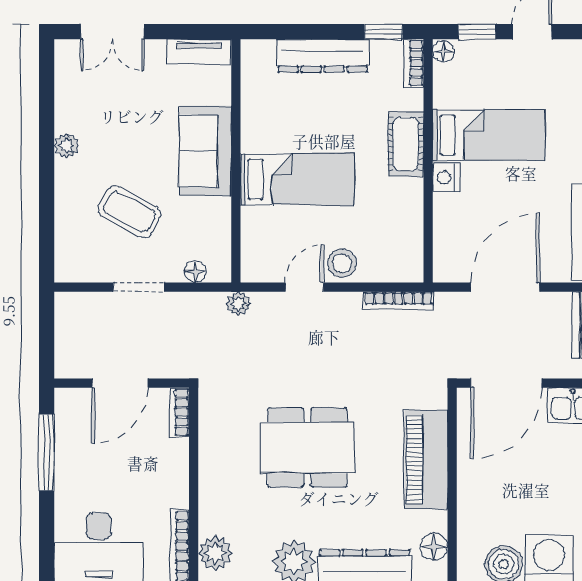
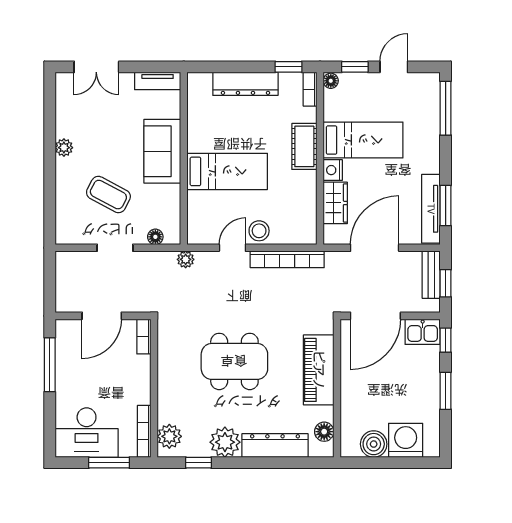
wardrobe: (450, 224) -> (335, 203), added
bookcase: (399, 301) -> (287, 259), width x1.48, depth x1.31

